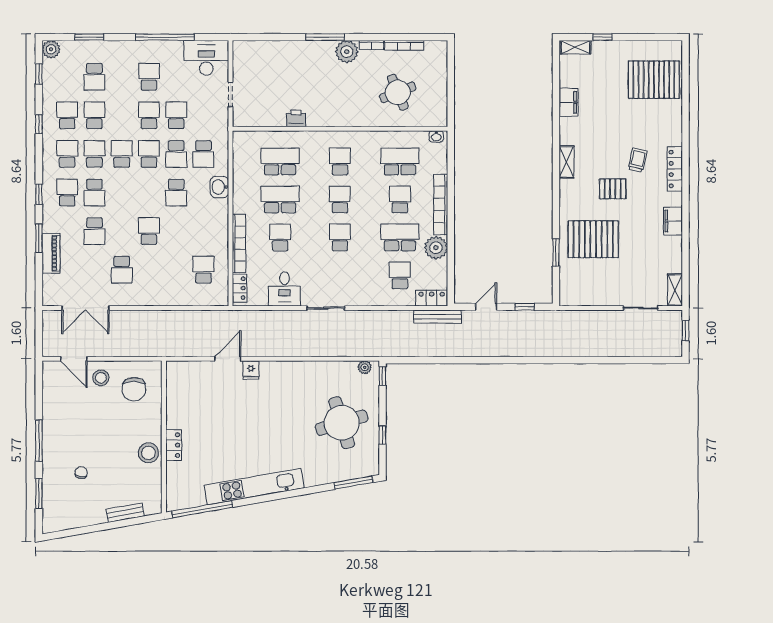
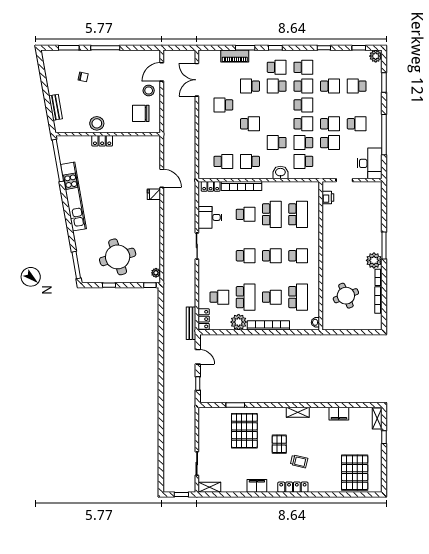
school desk: (67, 115) -> (250, 161), moved, turned 180
printer: (296, 118) -> (328, 197), moved

